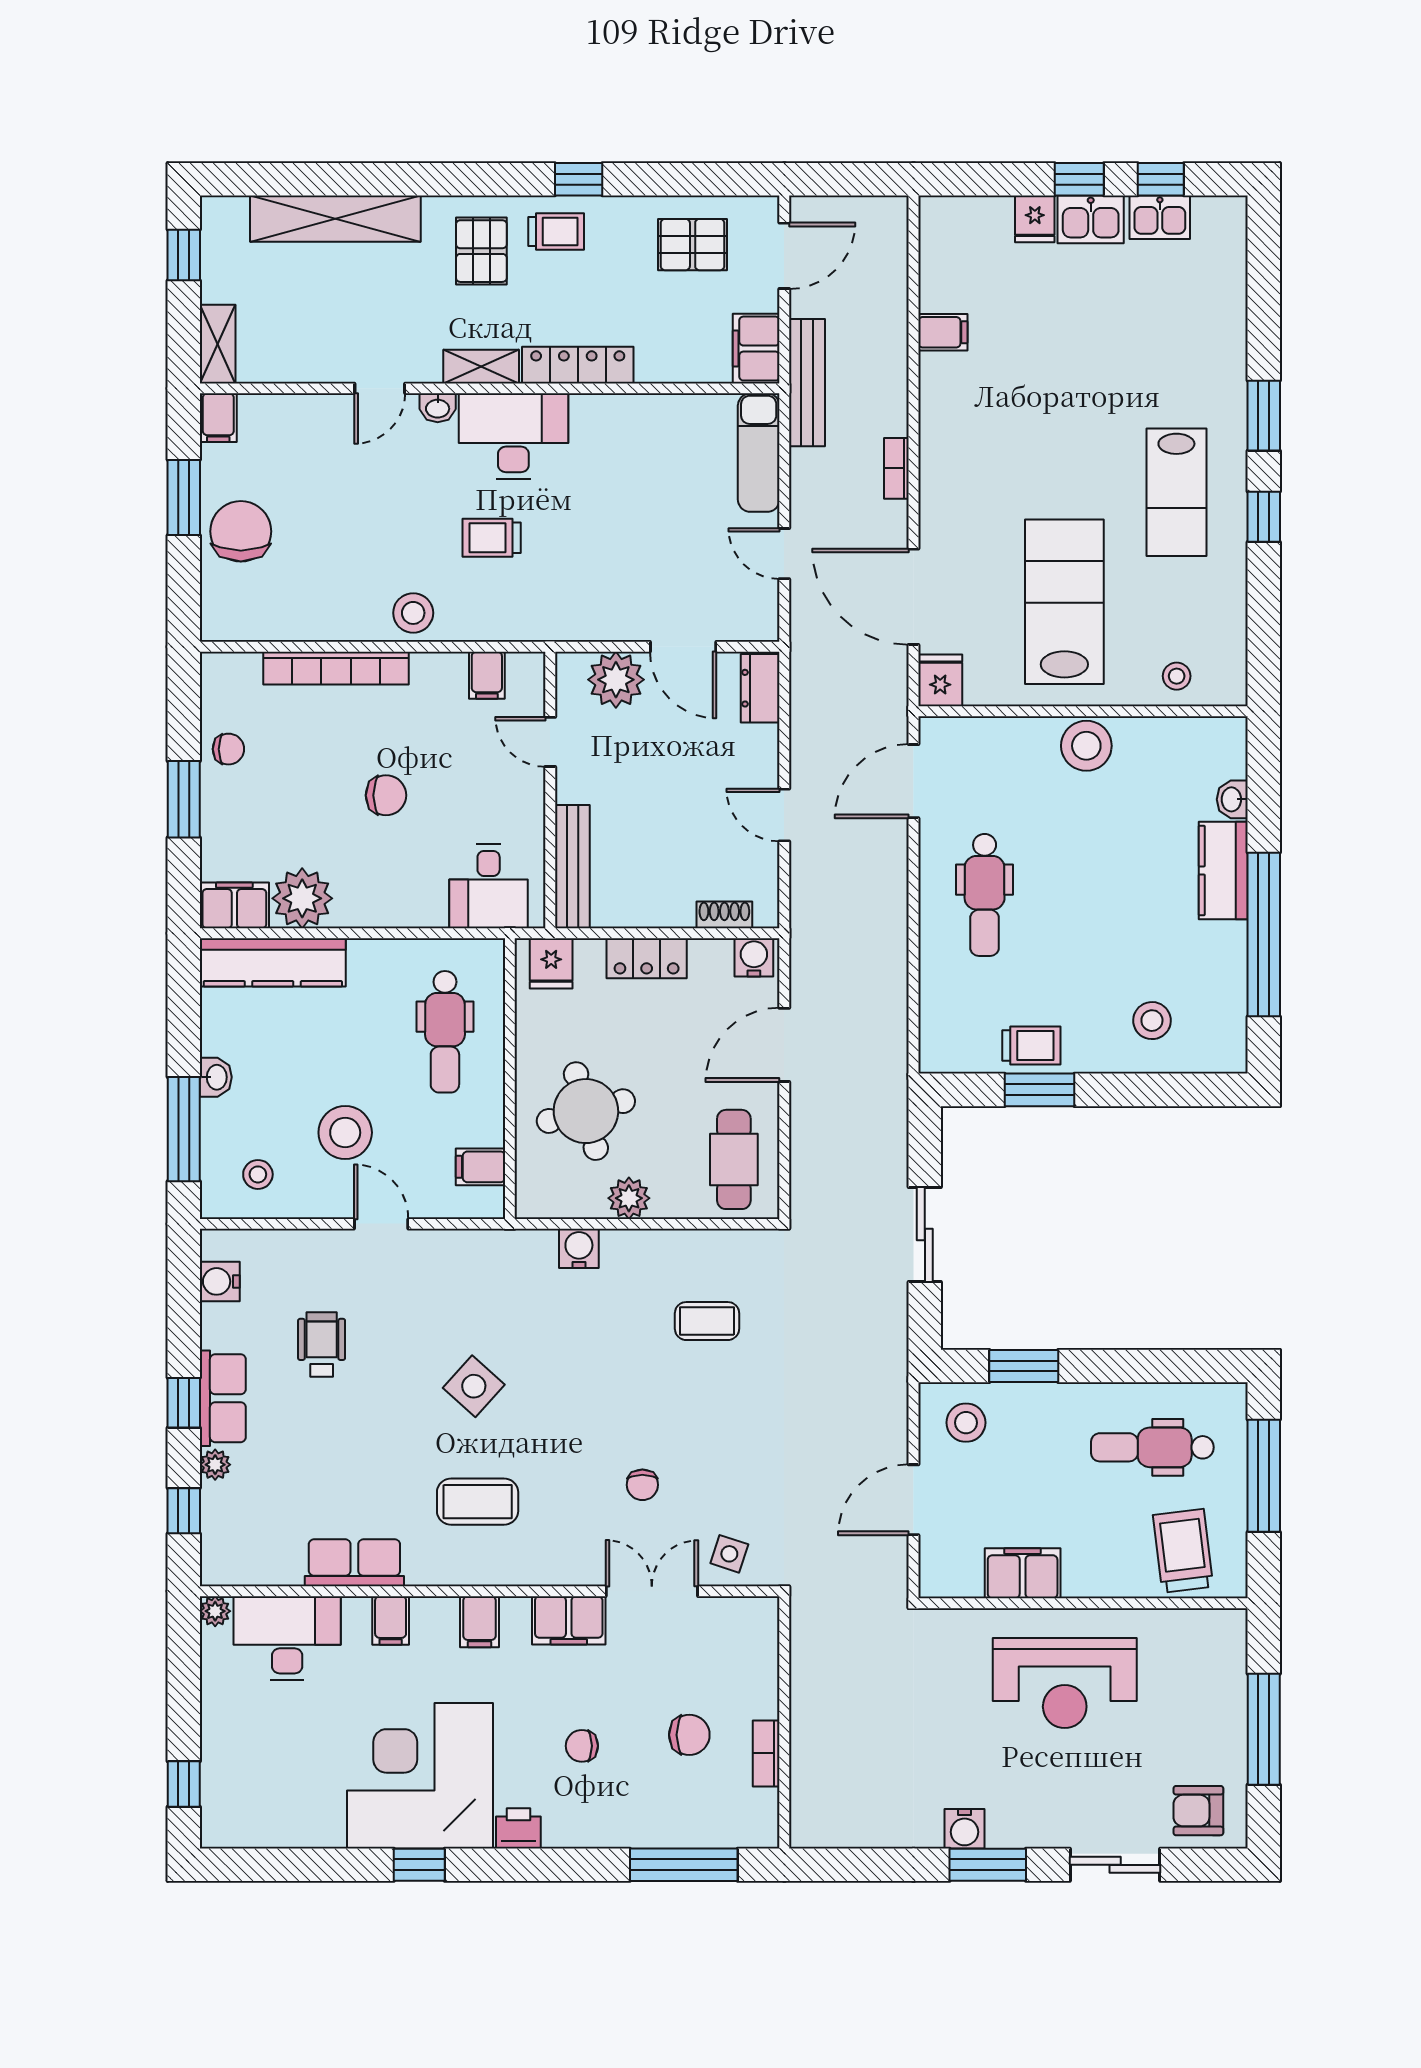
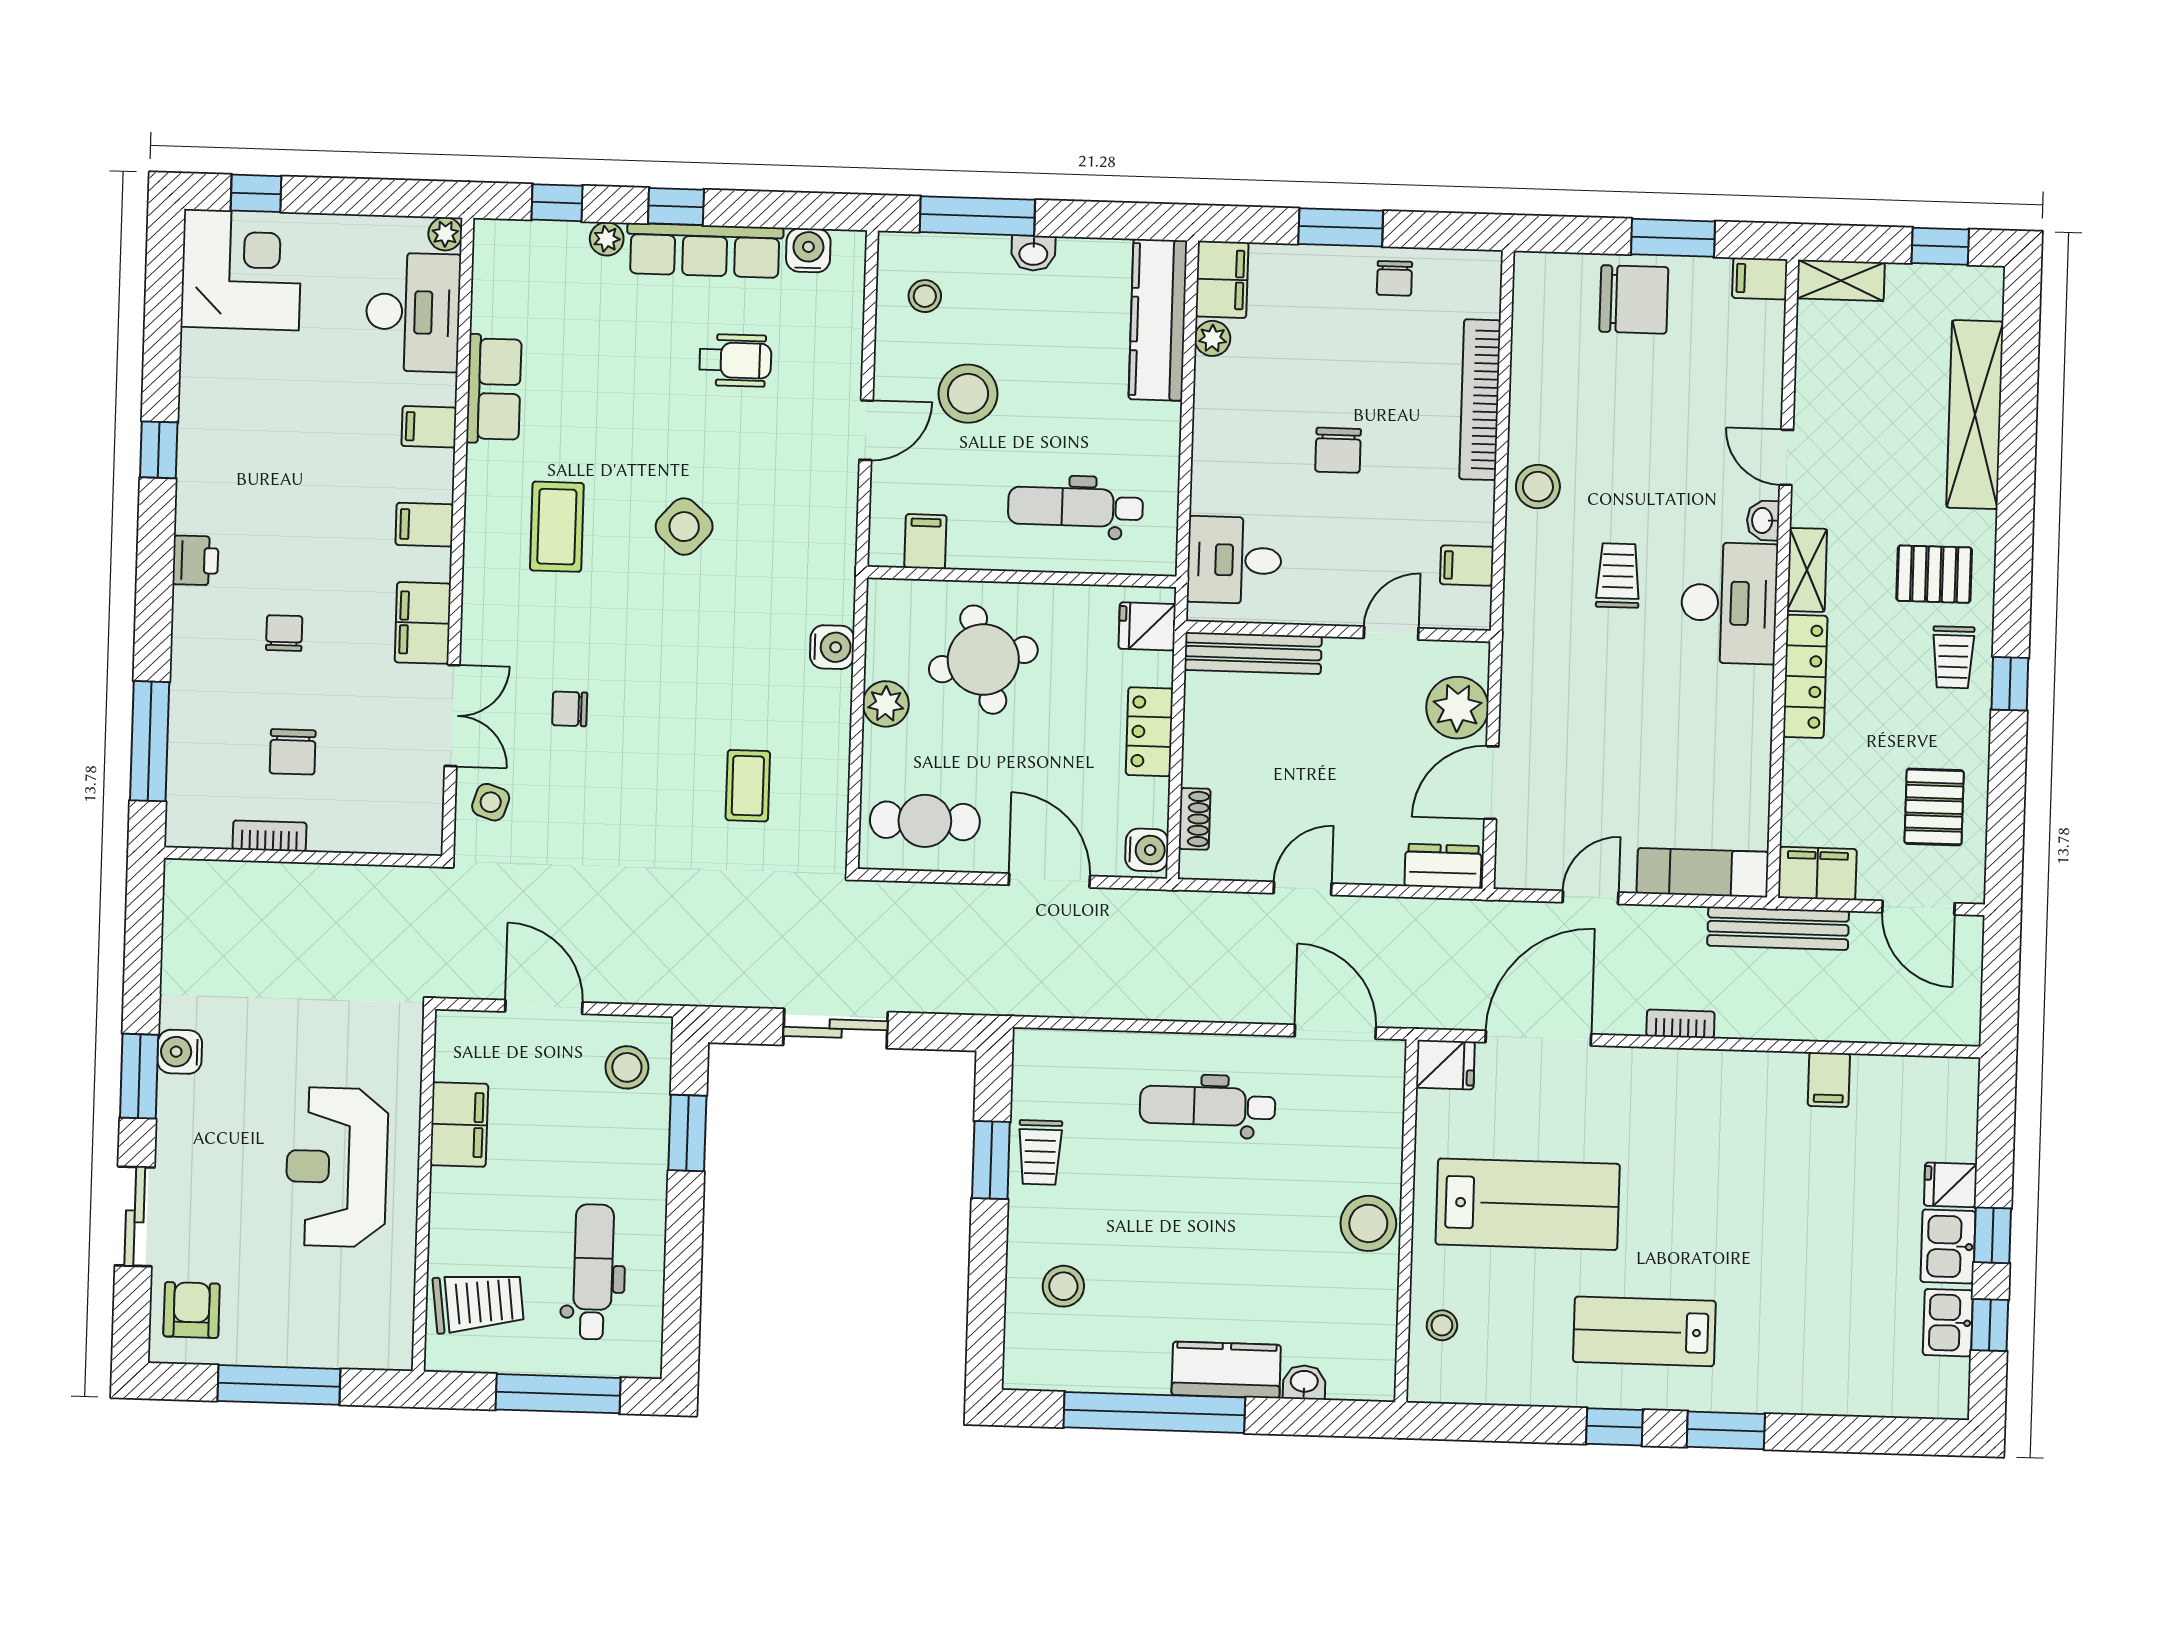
plant: (302, 898) -> (1212, 338), width x0.53, depth x0.53
row of seats: (223, 1398) -> (705, 250), width x1.48
corner desk: (420, 1776) -> (241, 270), moved, width x0.74, depth x0.74

